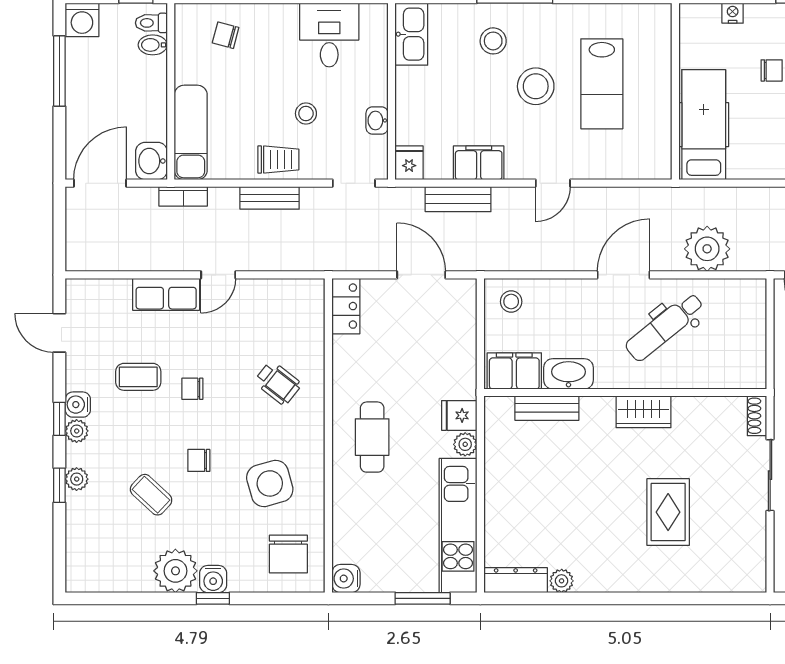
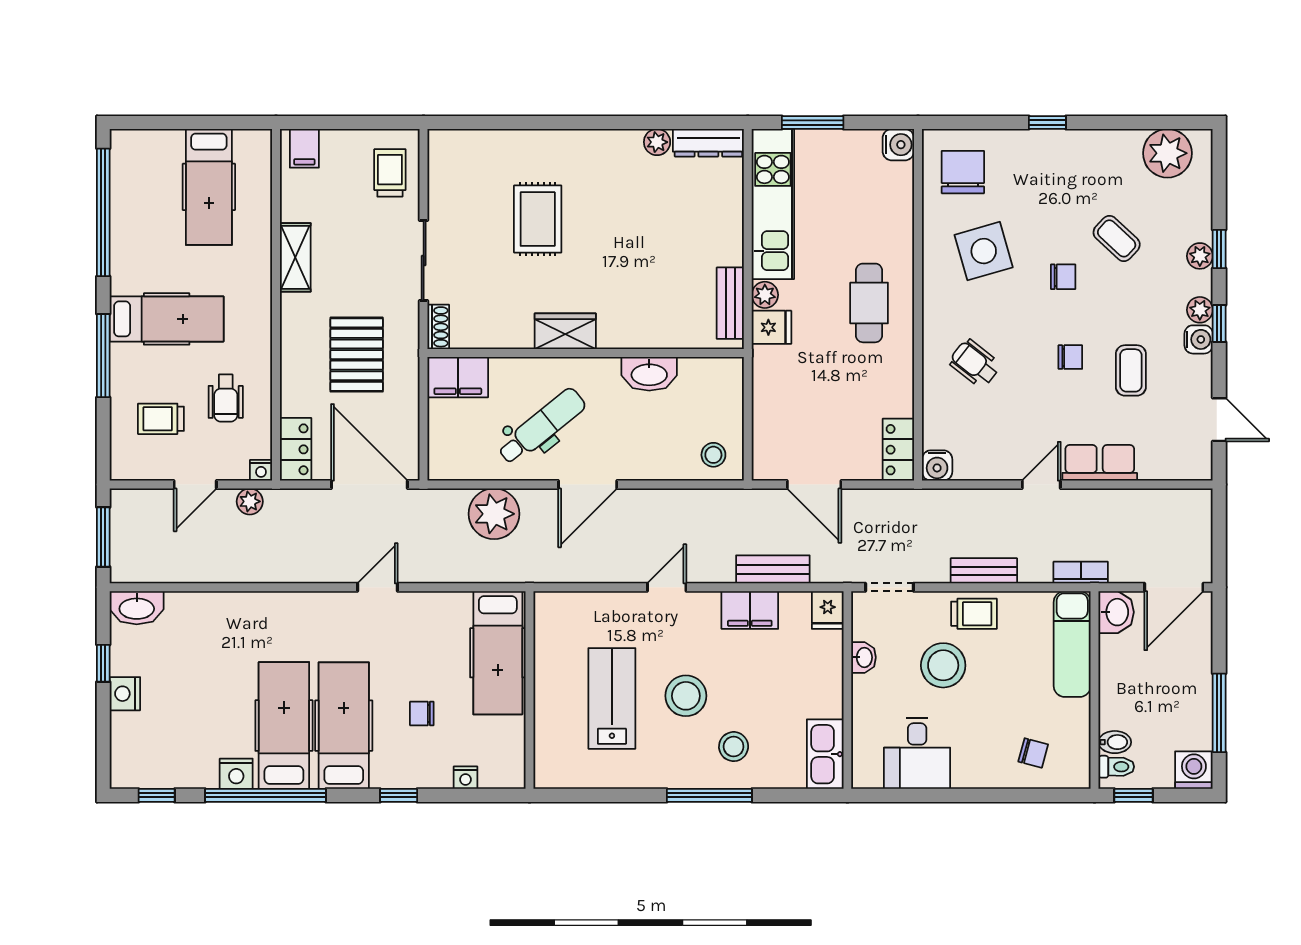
stool: (306, 113) -> (943, 665), width x1.89, depth x1.89
trolley: (278, 160) -> (974, 614), turned 180
filing cabinet: (514, 371) -> (458, 377), moved
coffee table: (138, 377) -> (1131, 370), turned 90
bench: (547, 408) -> (730, 303), moved, turned 90
plant: (175, 571) -> (1167, 153), moved
water cooler: (213, 579) -> (937, 466), moved, turned 180

